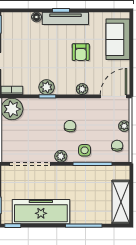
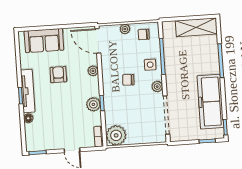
armchair: (81, 52) -> (58, 75), turned -90

